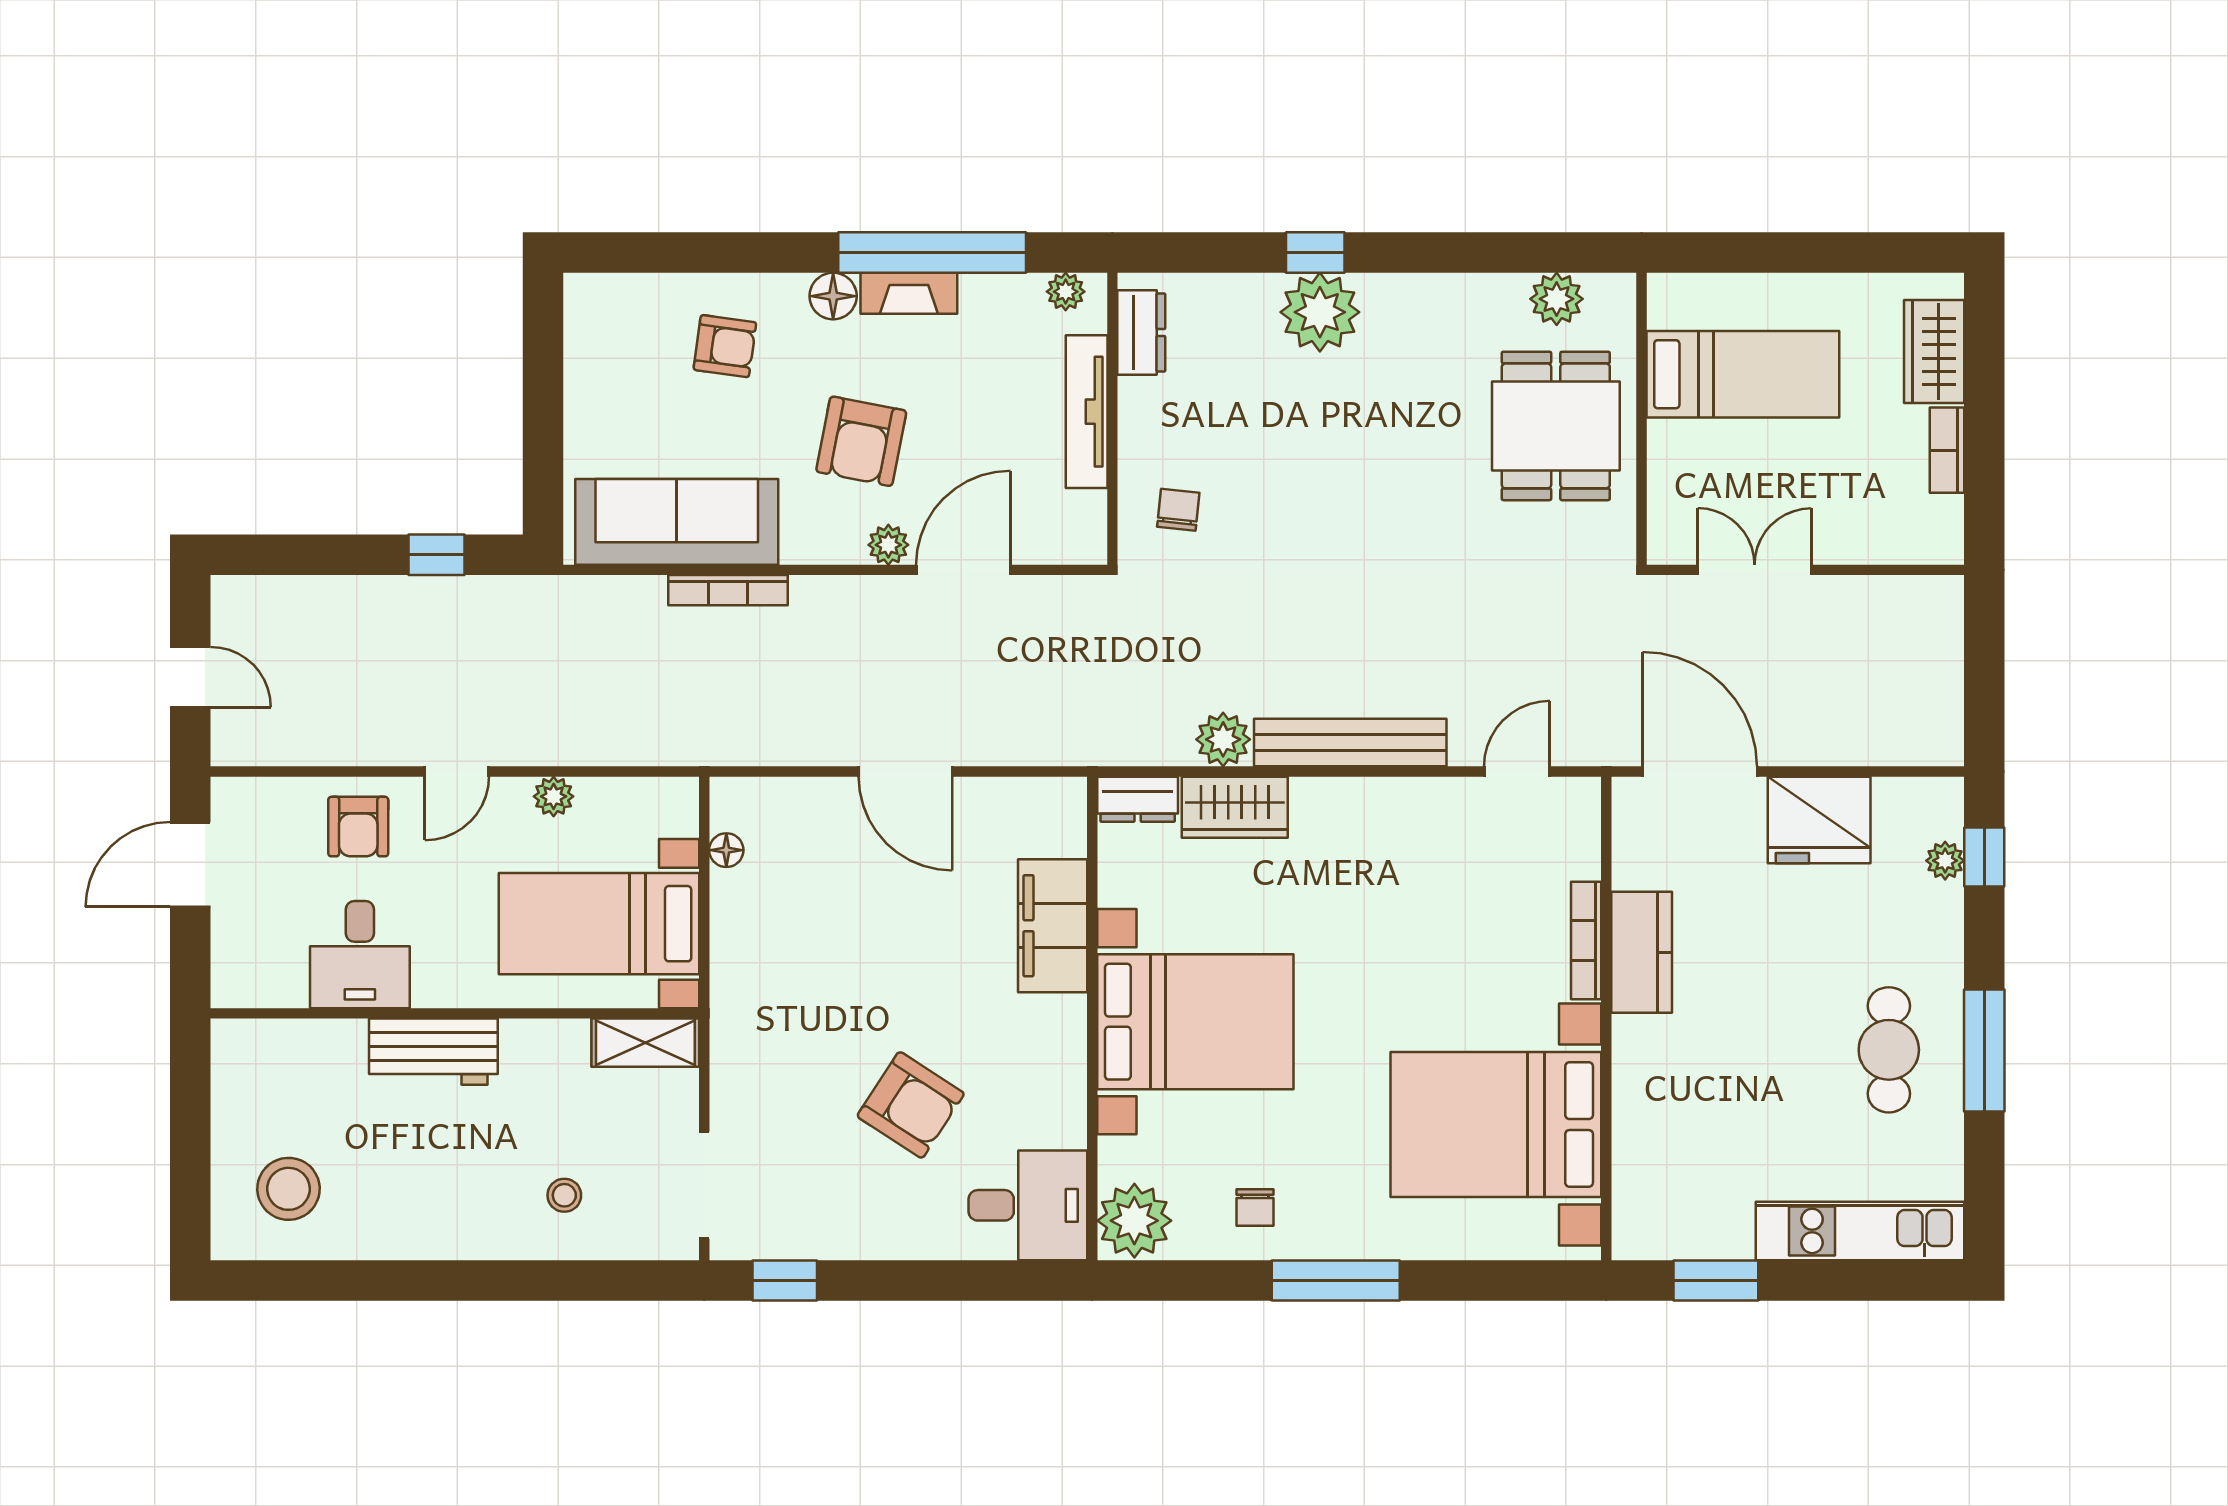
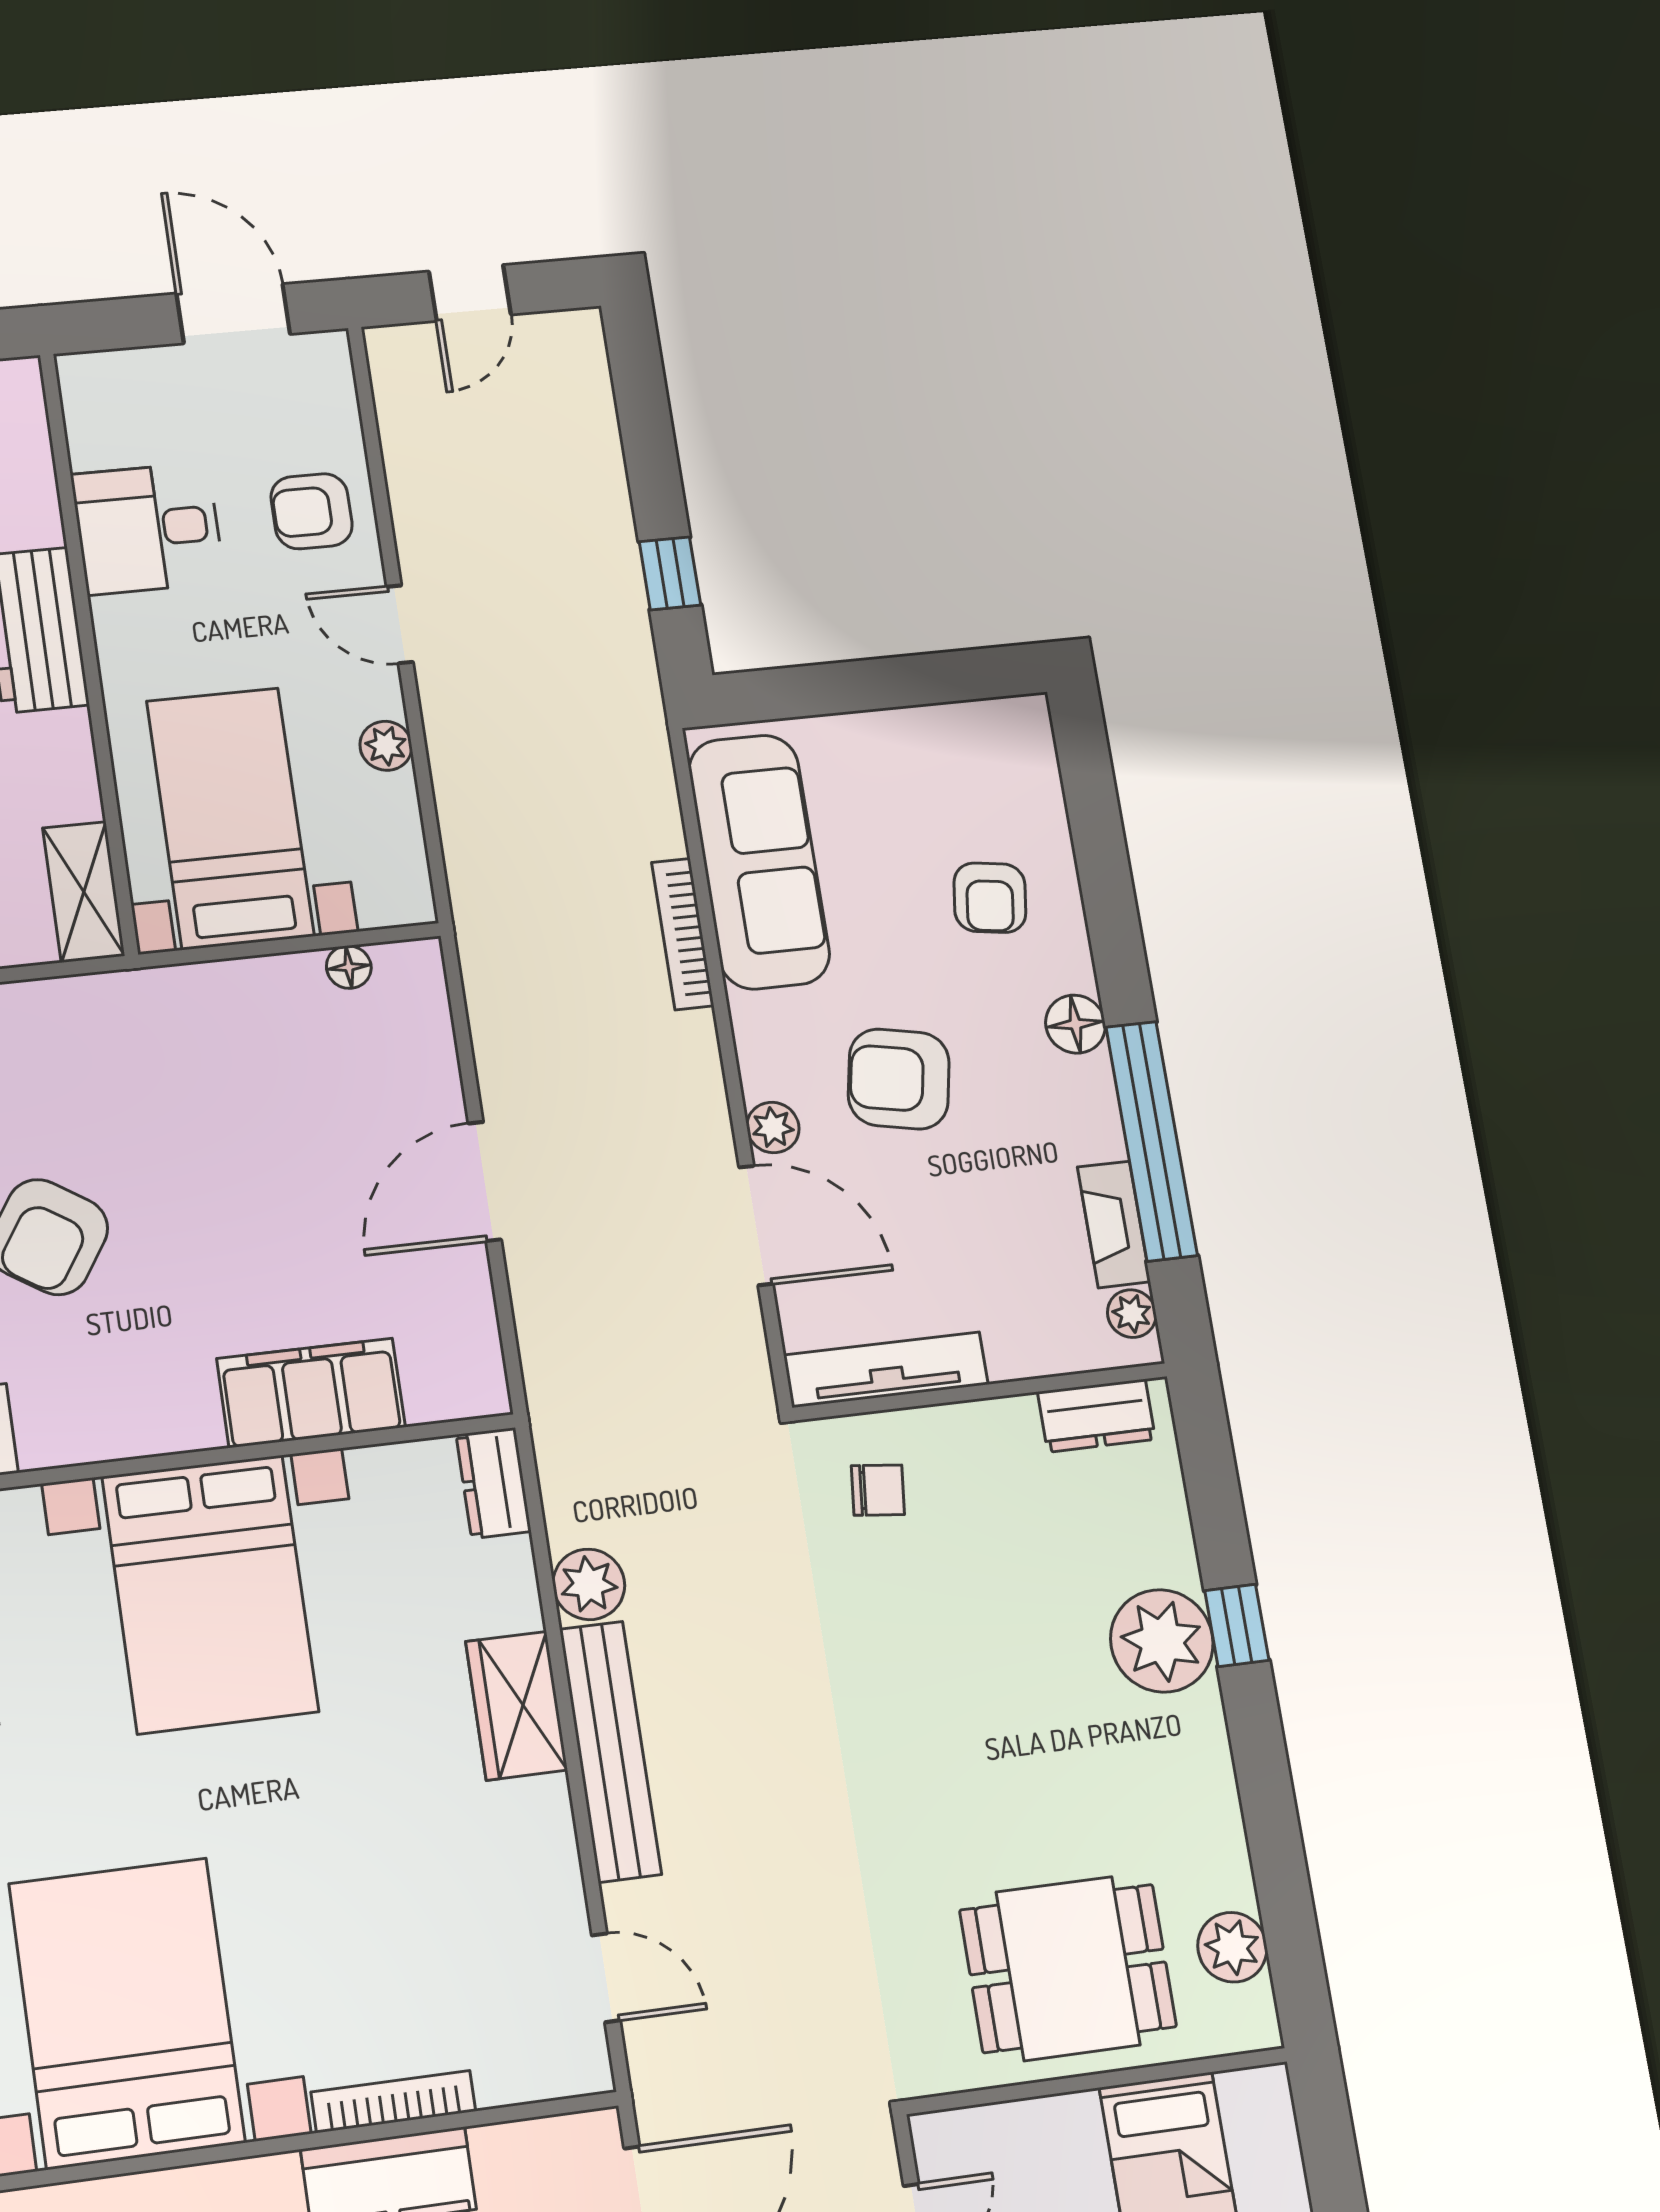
fireplace: (909, 293) -> (1114, 1224), moved
tv unit: (1087, 412) -> (886, 1370), moved
wardrobe: (1235, 807) -> (516, 1706), moved

